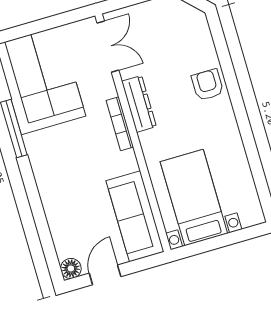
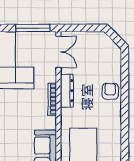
window: (57, 21) -> (33, 28), added

